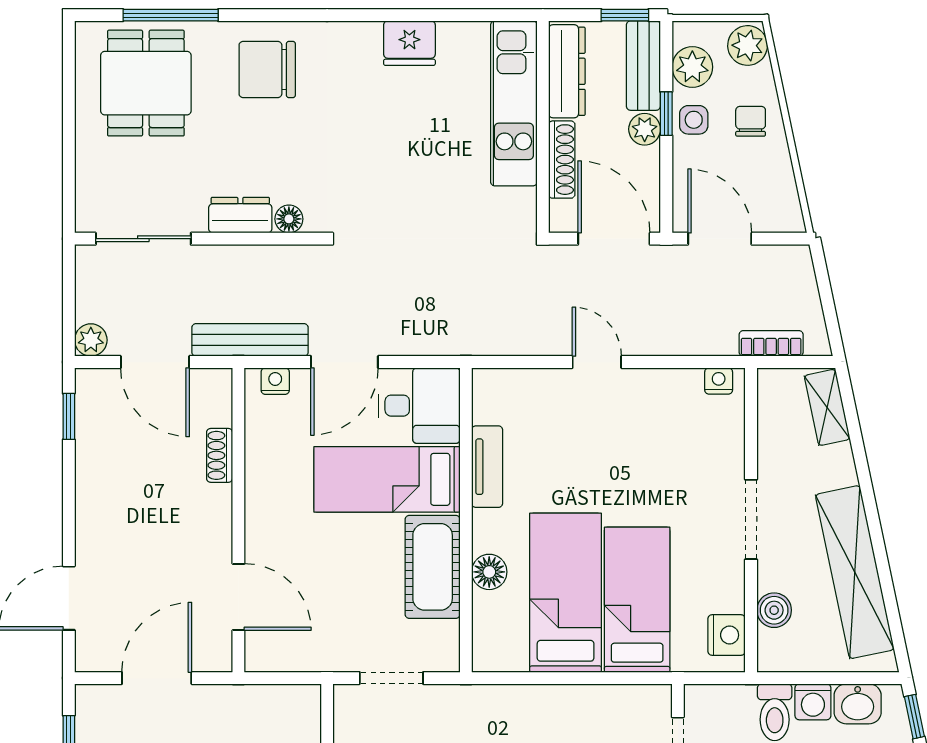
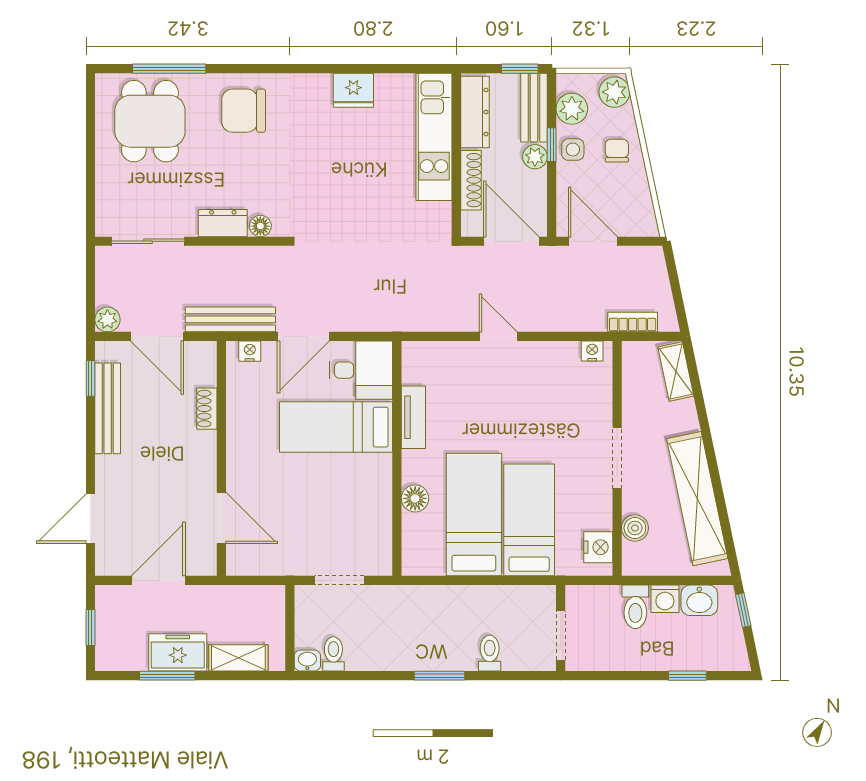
bench: (91, 455) -> (108, 408), added
cot: (433, 567) -> (371, 495), removed

